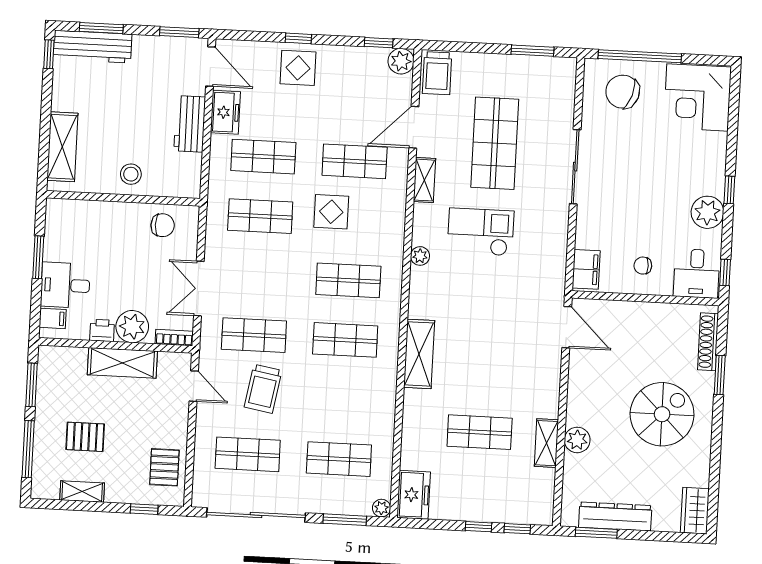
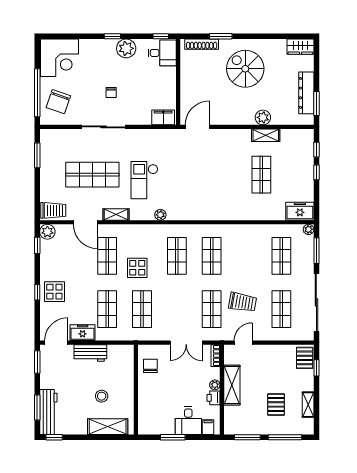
stool: (131, 174) -> (102, 396), moved
chair: (643, 266) -> (111, 92), moved
plant: (132, 327) -> (215, 385), width x0.53, depth x0.53
shelving: (419, 354) -> (218, 212), removed
pallet: (164, 467) -> (305, 358), moved, turned 90

